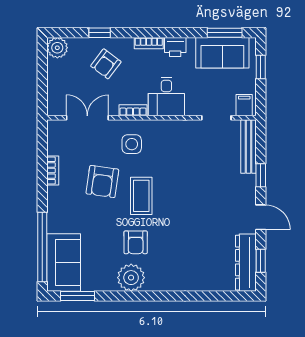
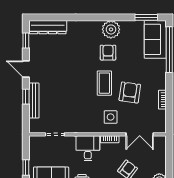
filing cabinet: (244, 105) -> (37, 143), removed
bench: (248, 146) -> (34, 101), moved
dresser: (246, 263) -> (48, 27), moved, turned 90

